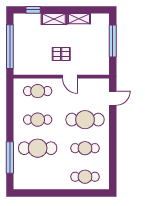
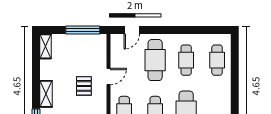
shelving: (79, 19) -> (46, 46), moved
window: (113, 41) -> (83, 30), moved
door: (113, 98) -> (132, 30), swing flipped

